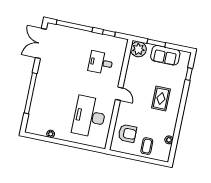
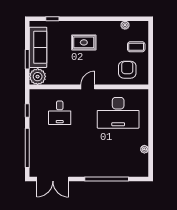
sofa: (165, 55) -> (38, 47), width x1.36

